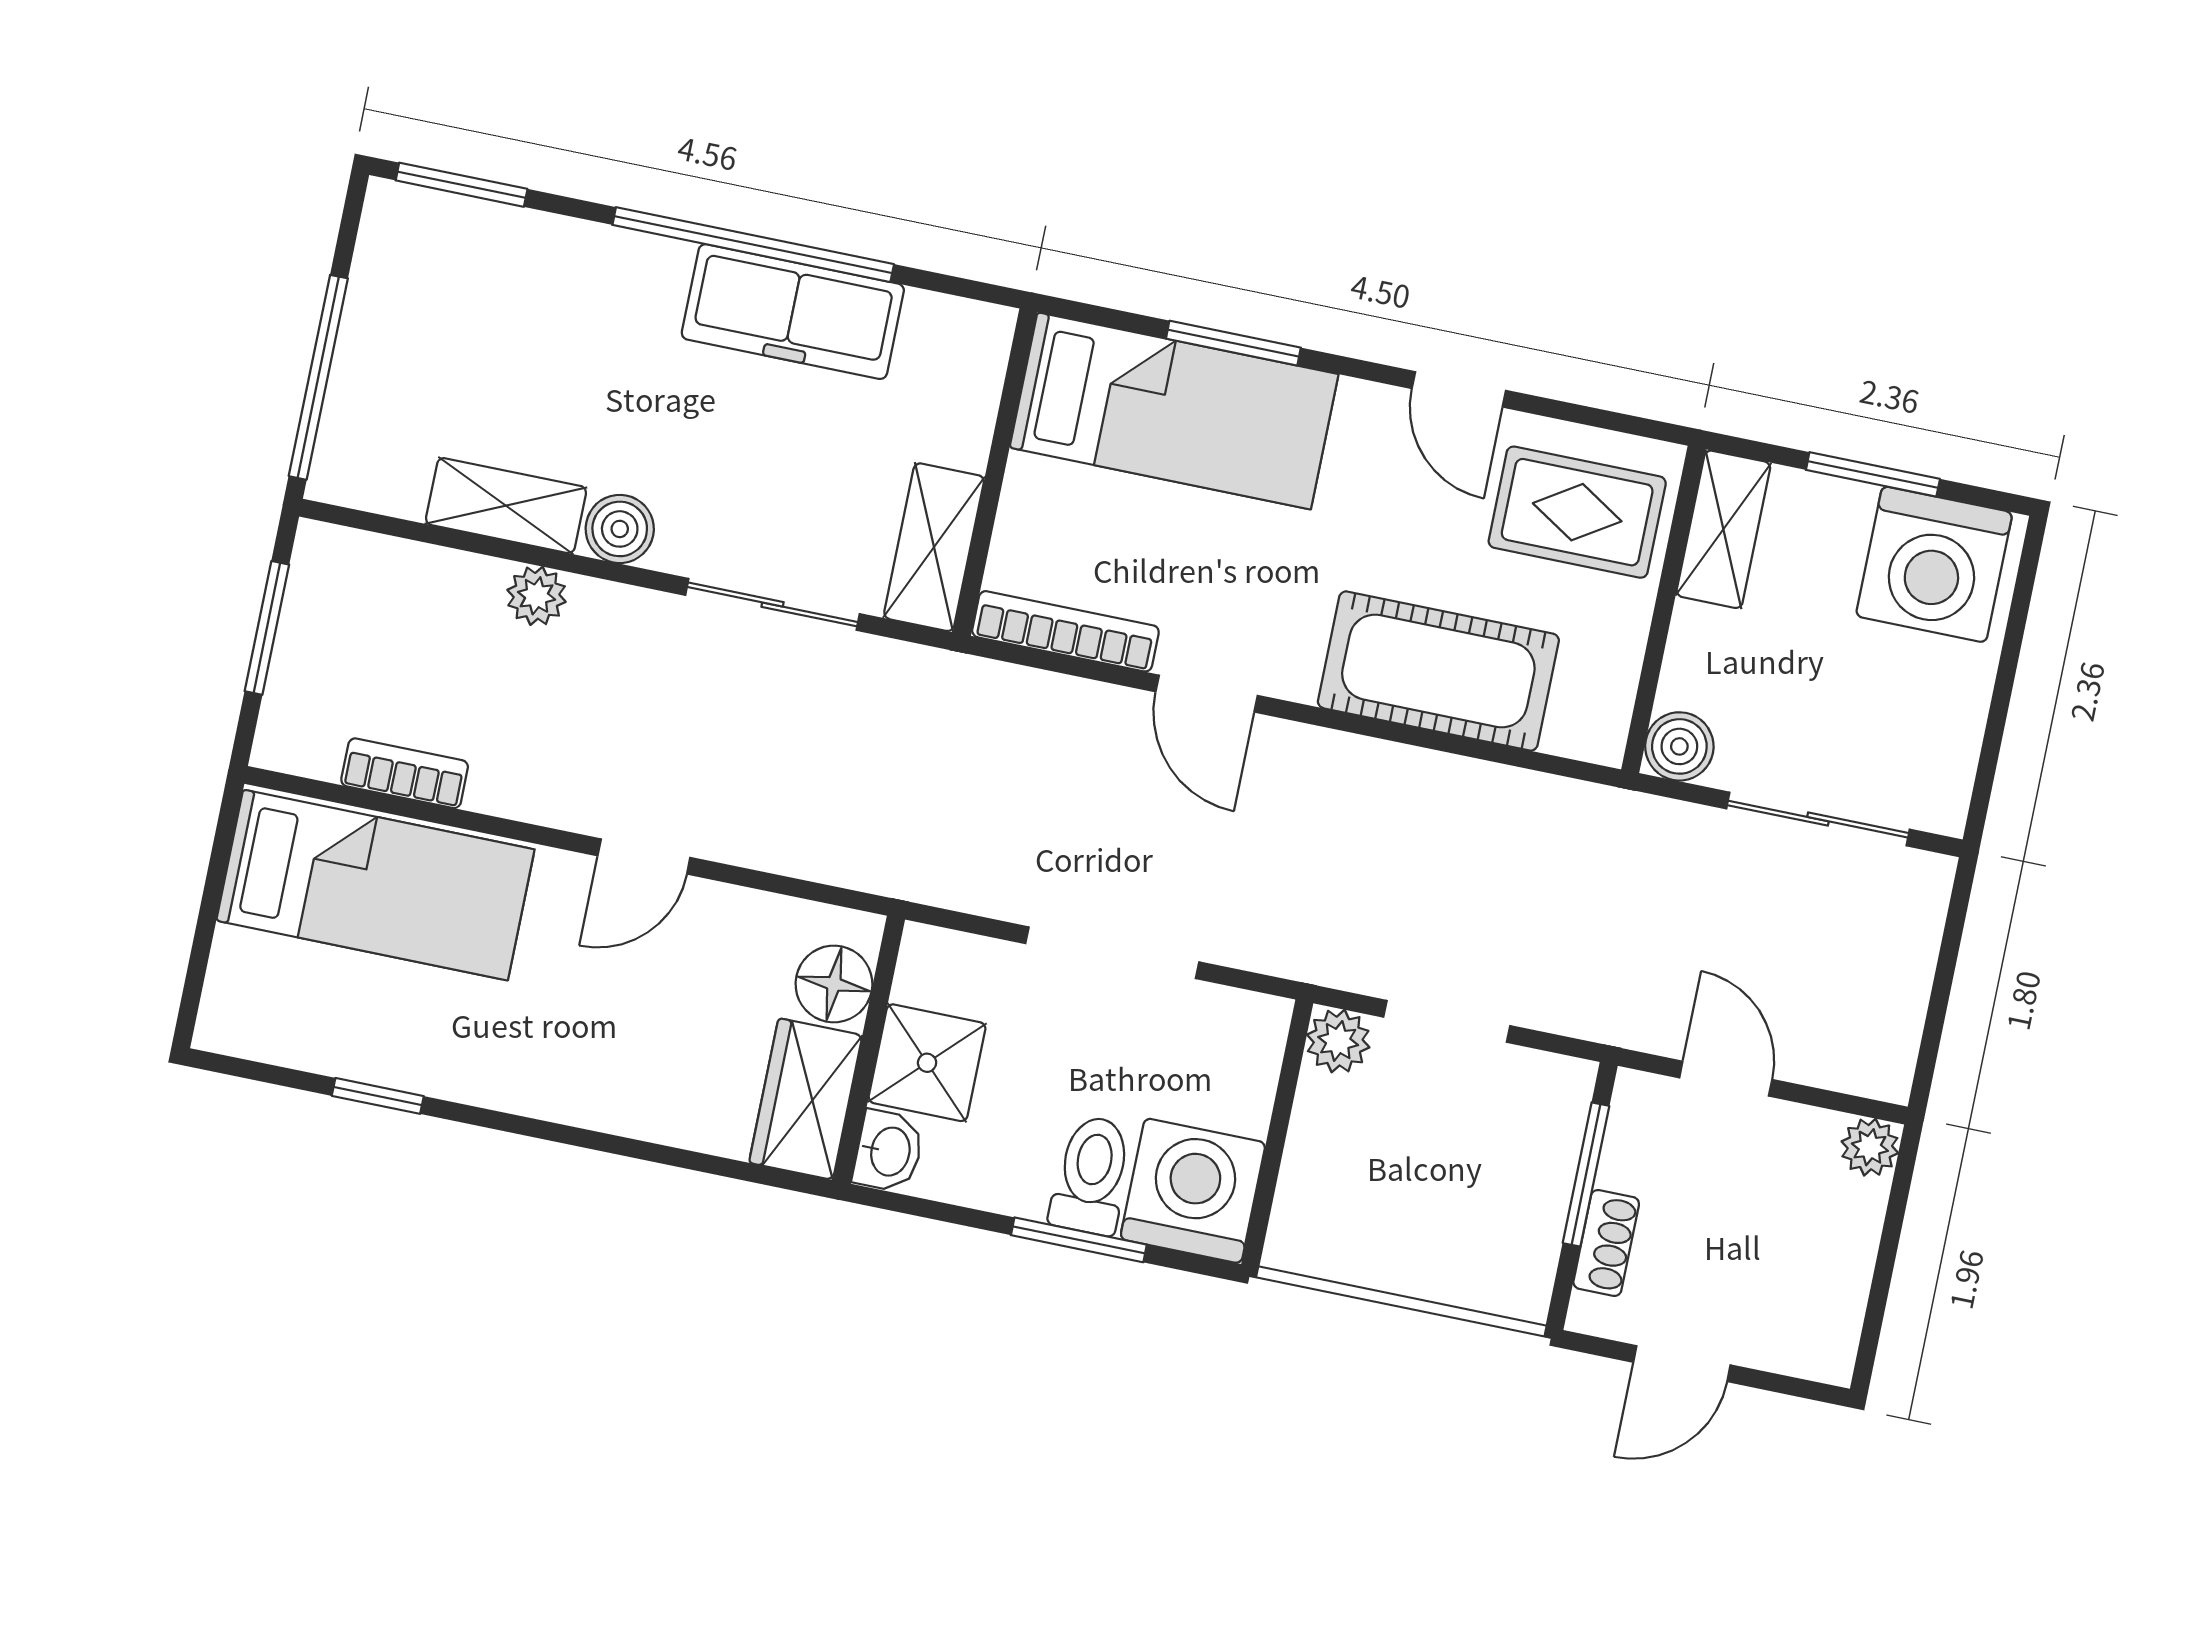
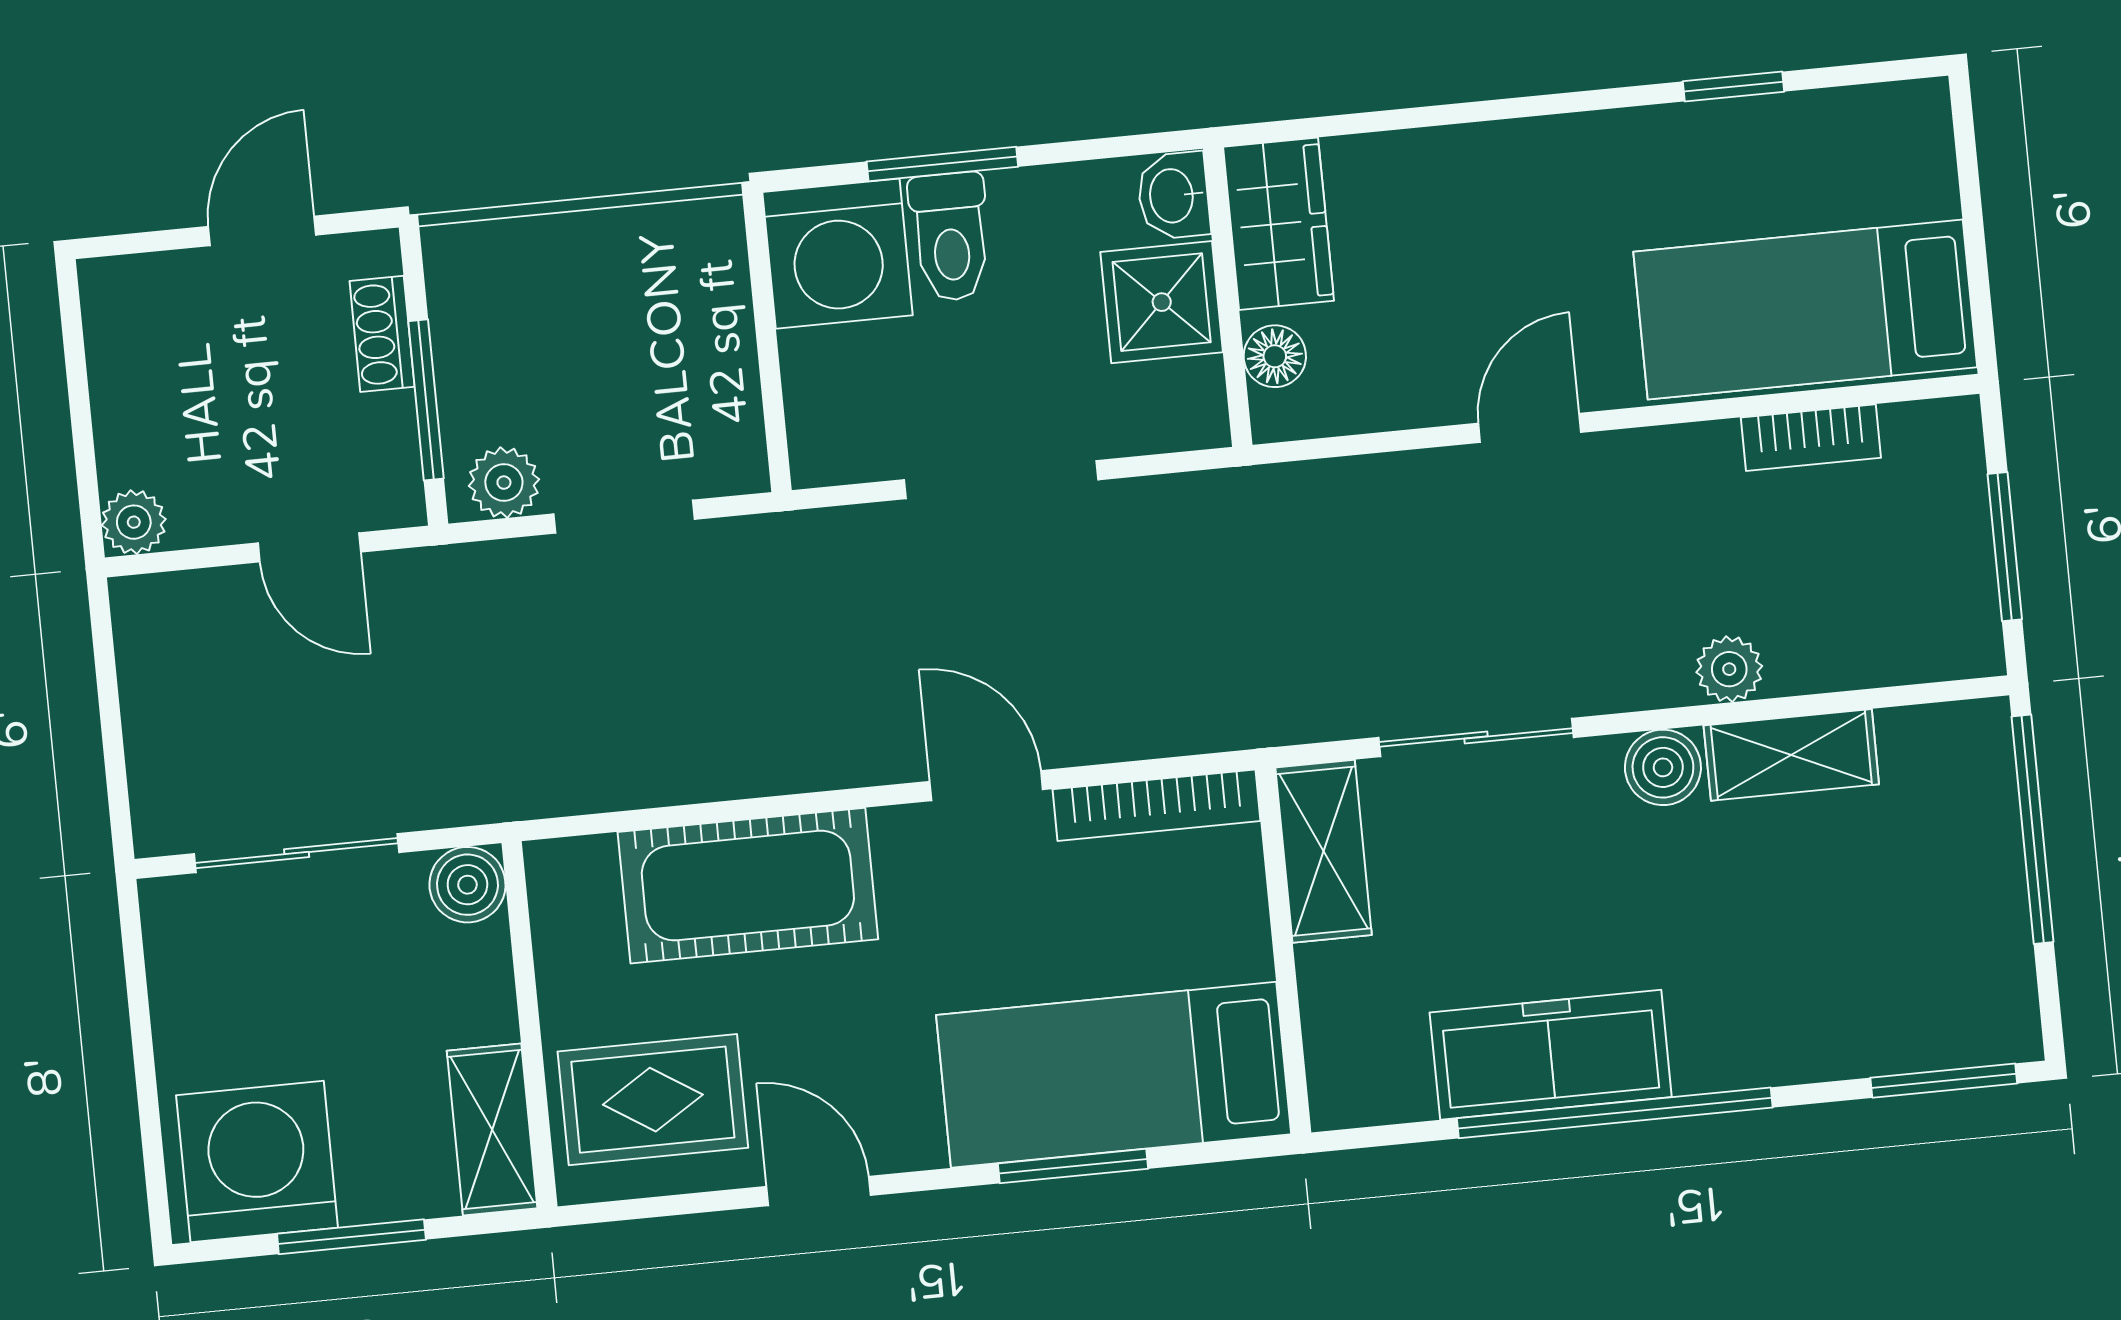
floor lamp: (834, 984) -> (1275, 356), width x0.73, depth x0.73
plant: (1338, 1041) -> (504, 483), moved

